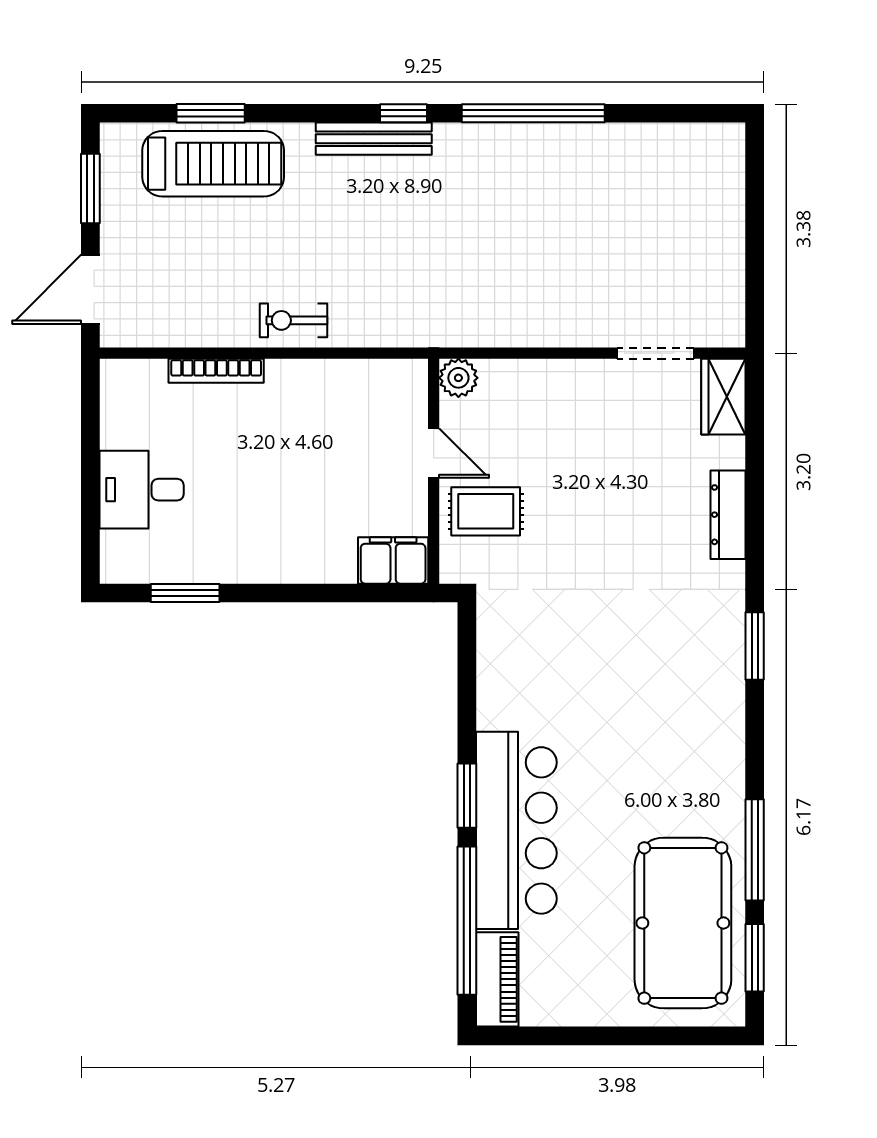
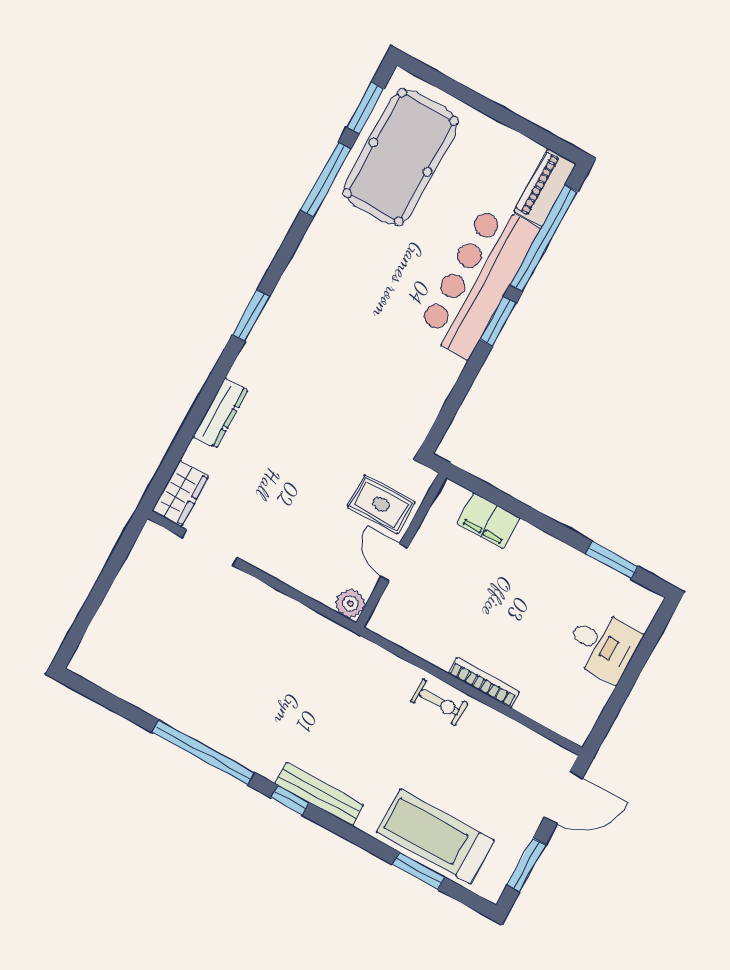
bookcase: (216, 371) -> (484, 683), moved
filing cabinet: (393, 560) -> (489, 521), moved

